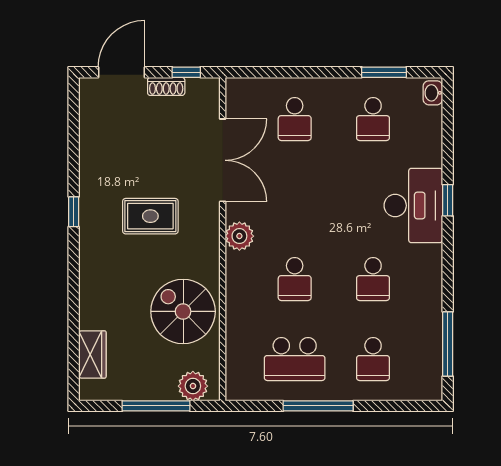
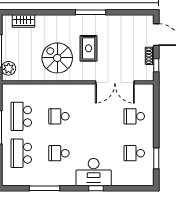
washbasin: (433, 93) -> (147, 181), removed
window: (74, 212) -> (91, 12), width x2.17
plant: (239, 236) -> (79, 90), removed
spiral stairs: (183, 311) -> (57, 58), moved, turned -90
window: (448, 344) -> (45, 188), moved
school desk: (373, 359) -> (21, 153), width x1.85

